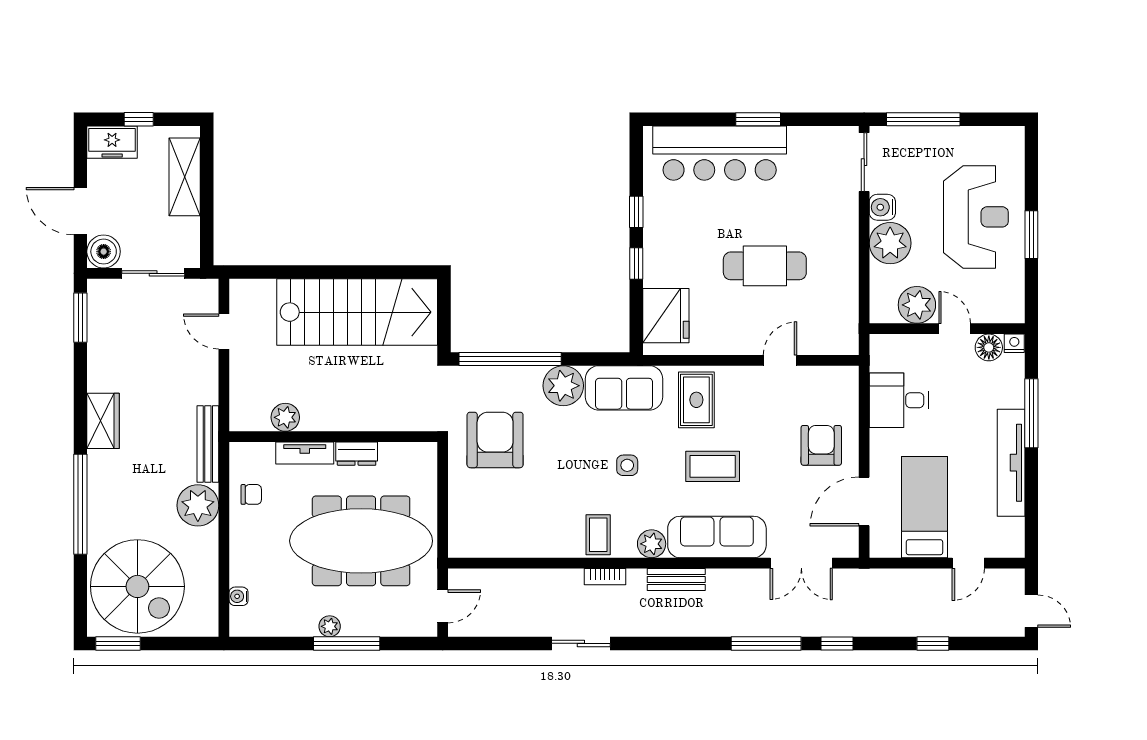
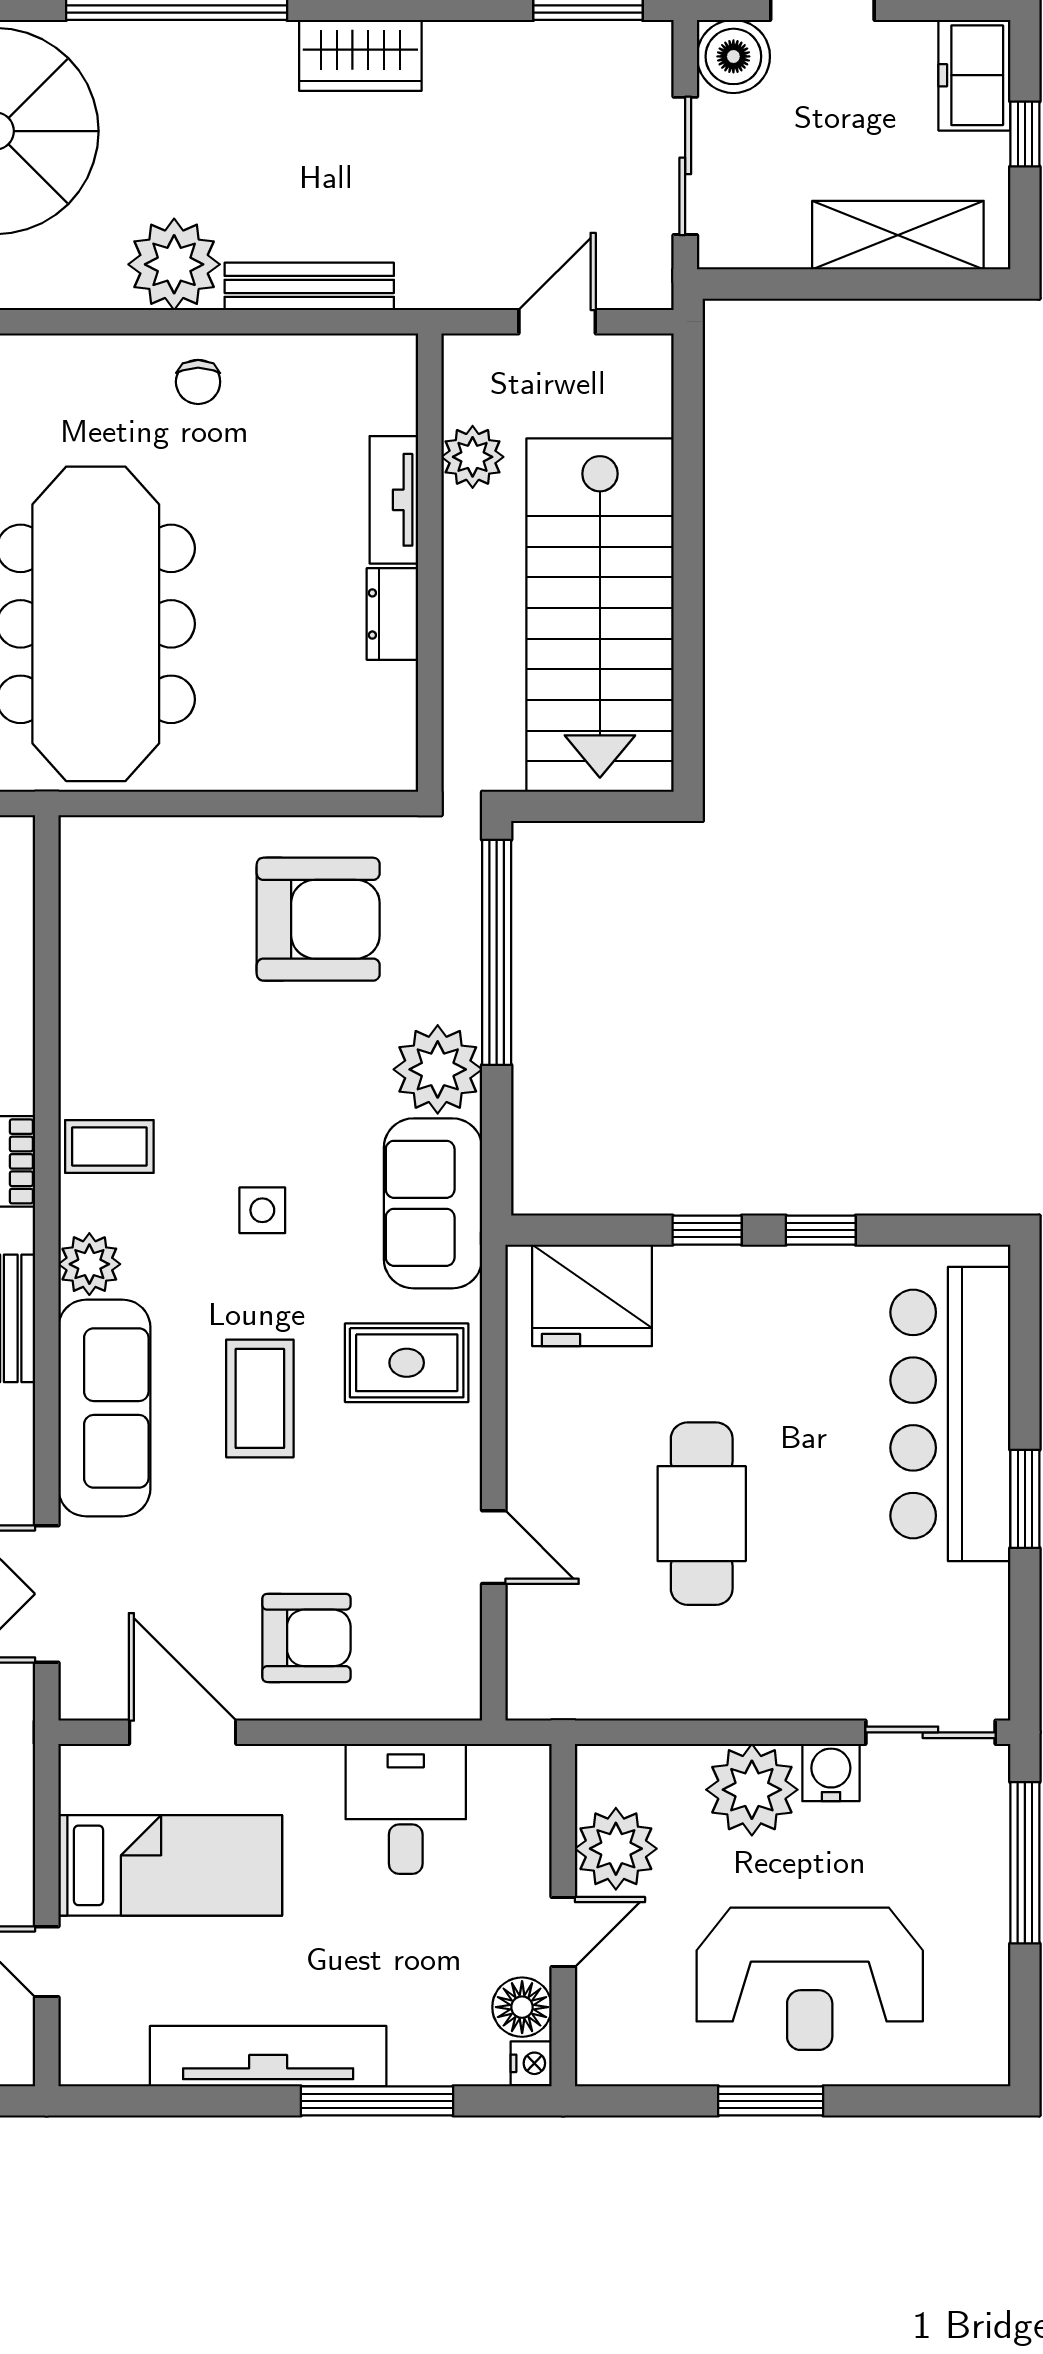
plant: (285, 417) -> (473, 457), moved
wall: (333, 437) -> (430, 563), moved
tv unit: (305, 453) -> (394, 500), moved
dresser: (357, 454) -> (392, 614), moved

